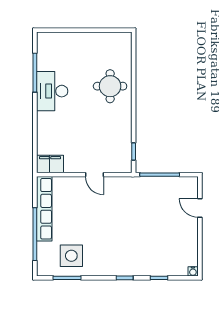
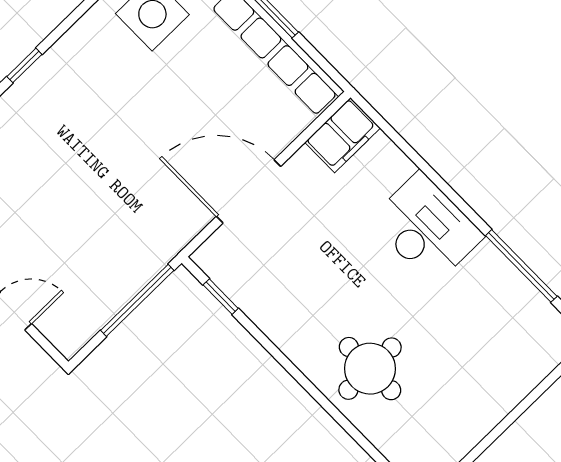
desk: (52, 91) -> (427, 228), moved
door: (95, 175) -> (249, 191), width x1.87

